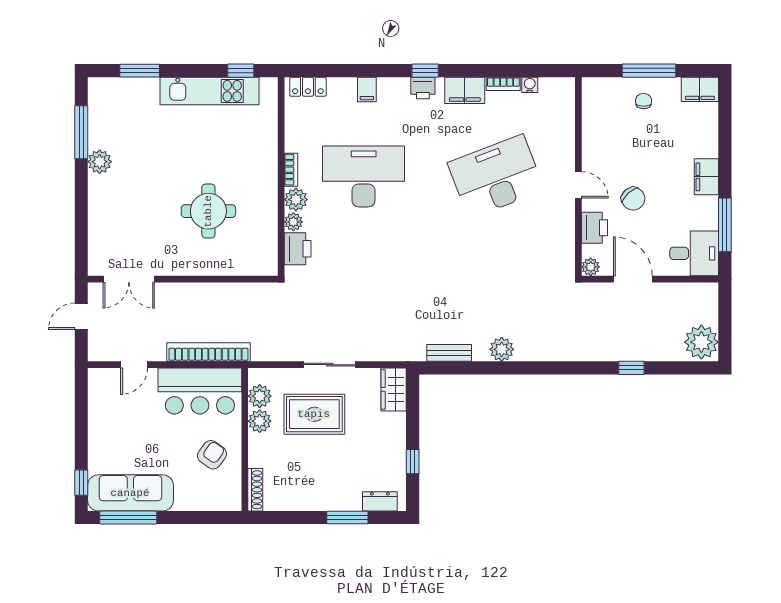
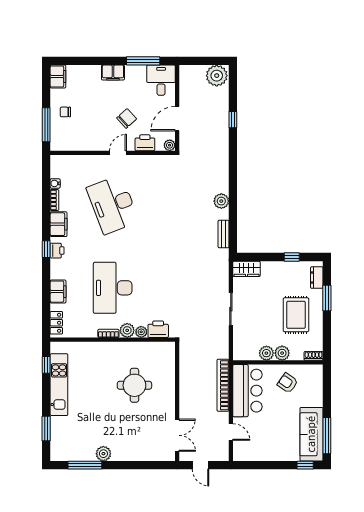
window: (649, 71) -> (46, 125), moved
filing cabinet: (367, 89) -> (58, 292), width x2.00
plant: (260, 396) -> (282, 353), moved
rug: (314, 414) -> (296, 315), moved
shoe rack: (255, 490) -> (314, 356), width x0.70

